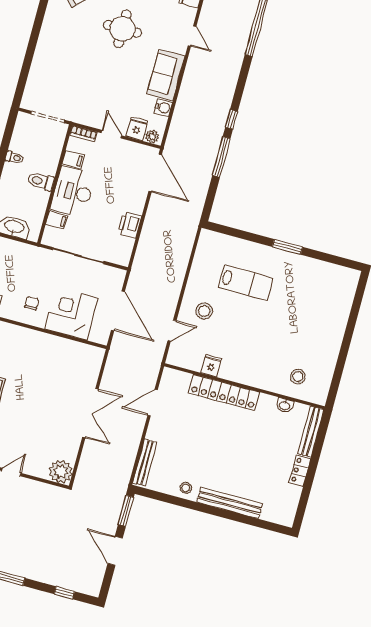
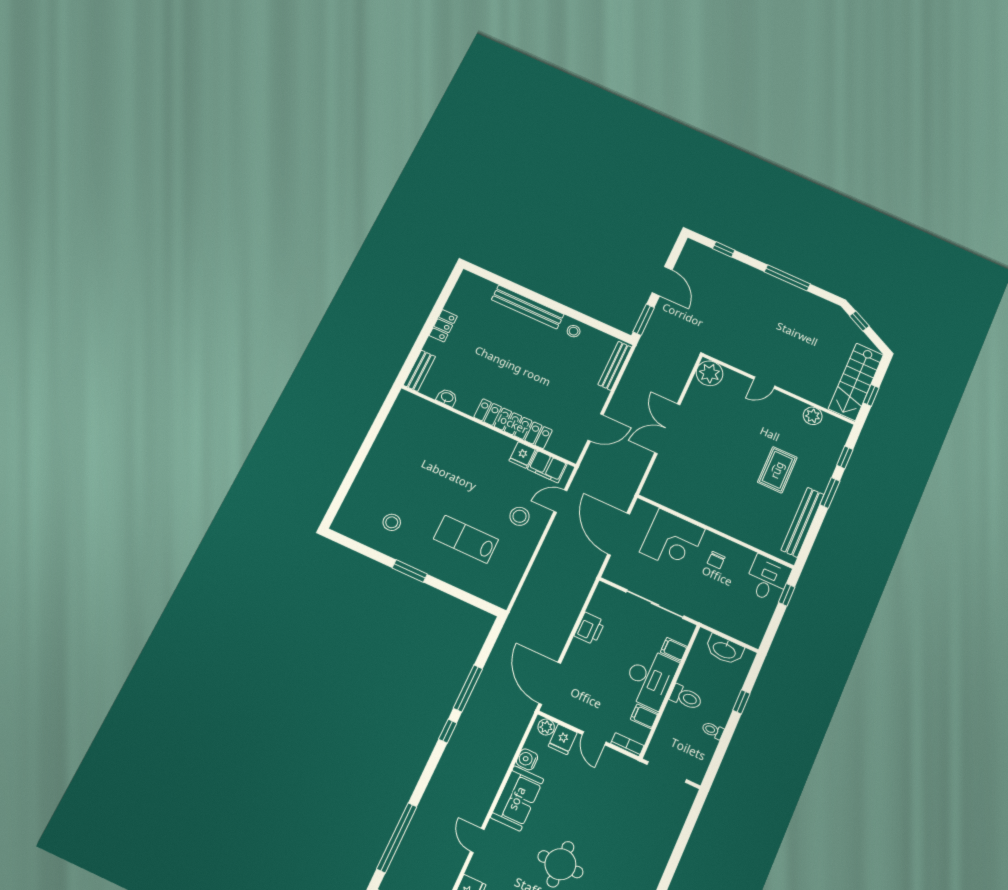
filing cabinet: (188, 359) -> (547, 467), added
stool: (298, 377) -> (392, 522), moved
bench: (311, 432) -> (419, 371), width x0.73

